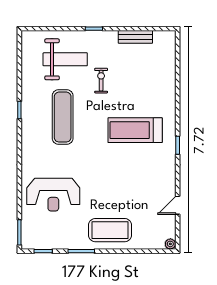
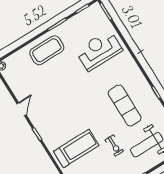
treadmill: (135, 130) -> (76, 148), moved
door: (178, 205) -> (21, 109), moved

